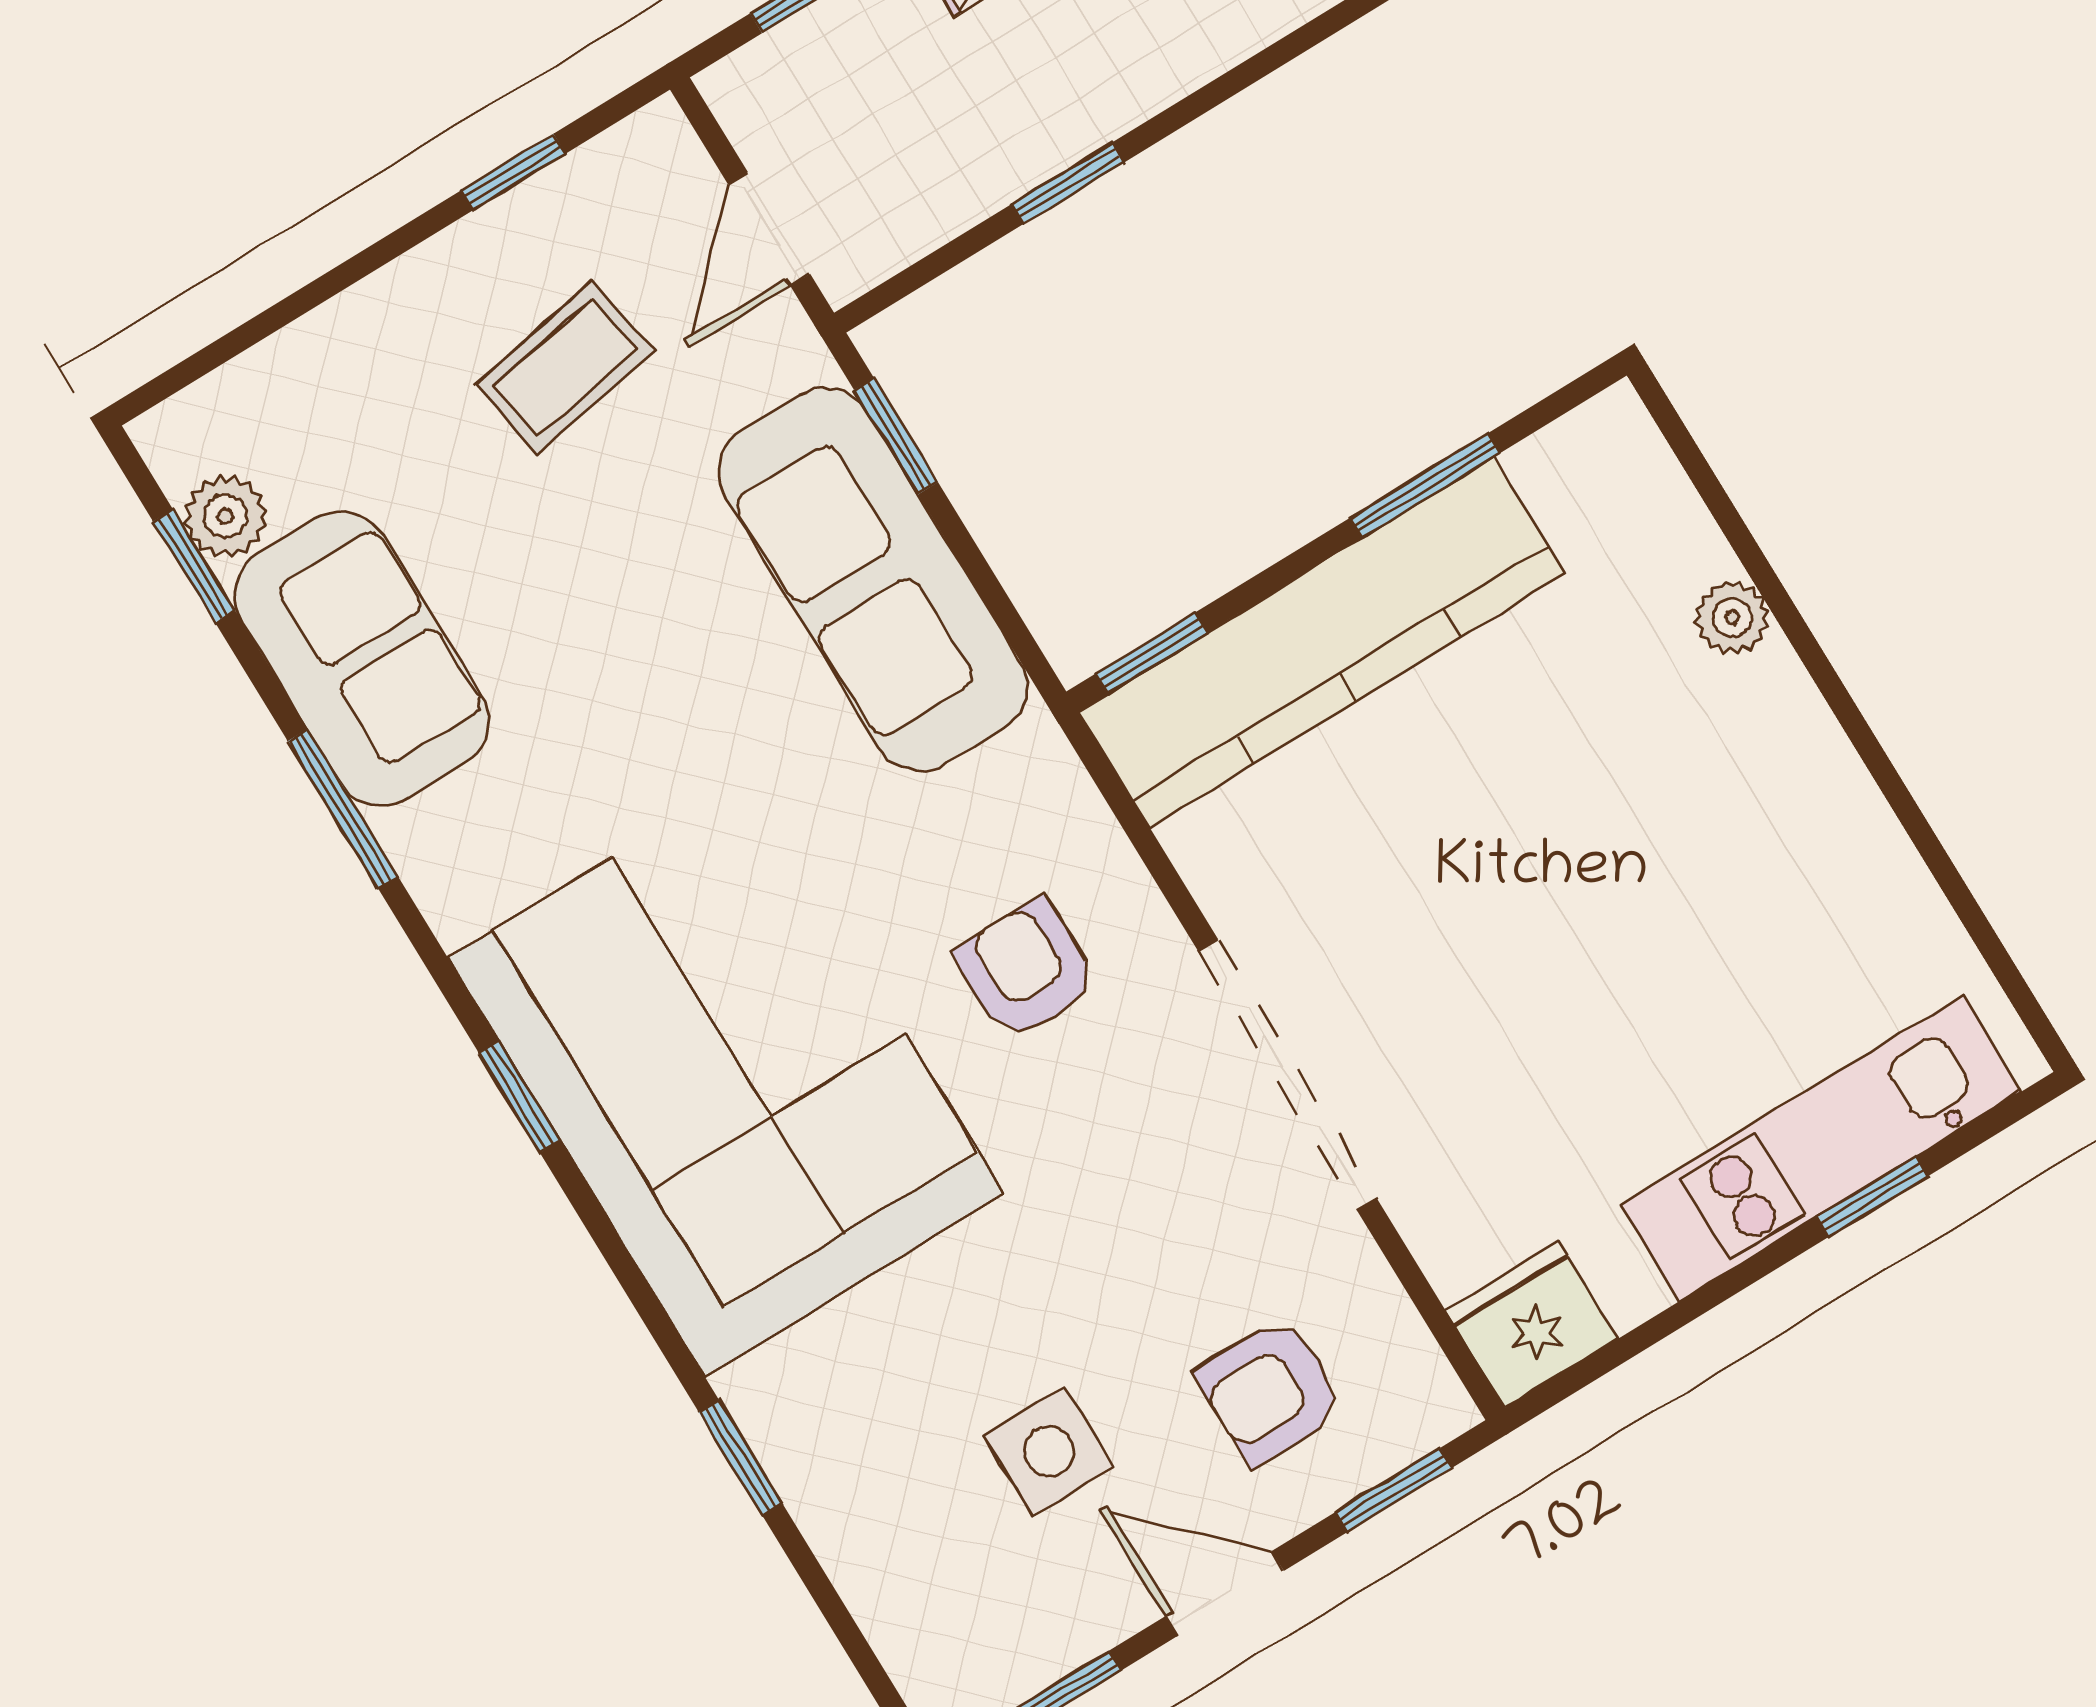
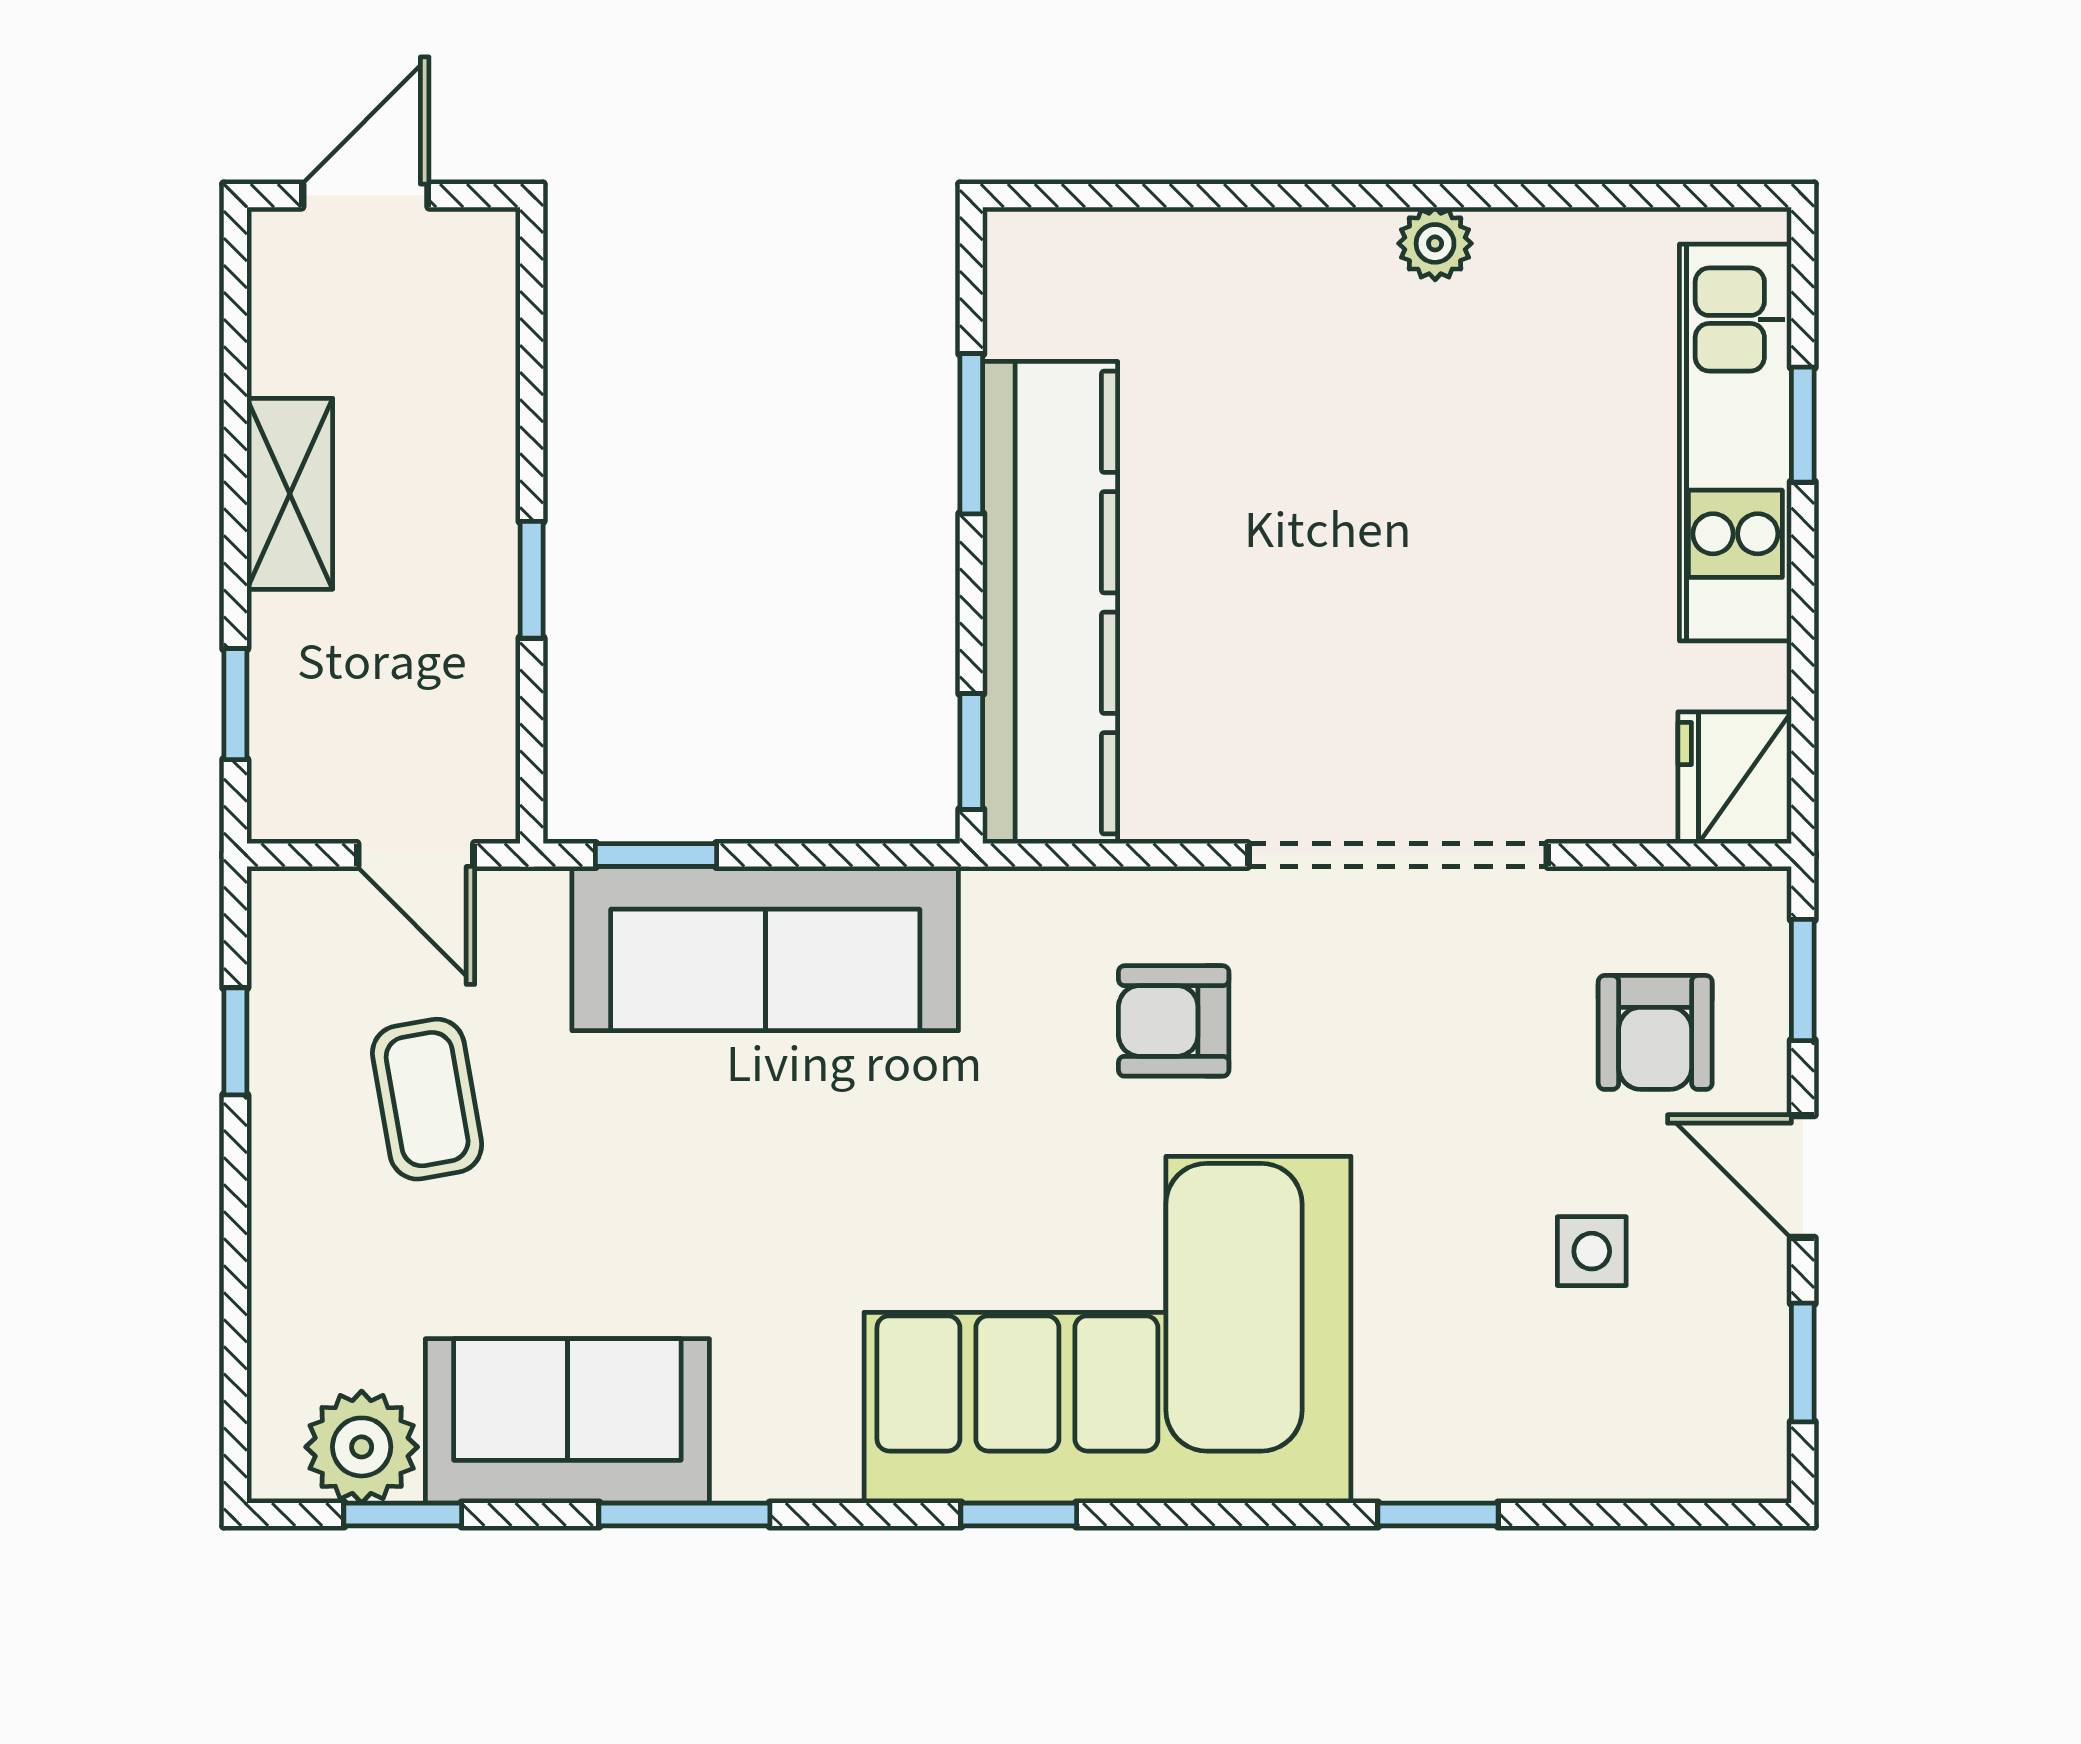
plant: (225, 516) -> (362, 1447), width x1.38, depth x1.38
plant: (1732, 618) -> (1435, 243), moved
side table: (1049, 1451) -> (1592, 1251), width x0.73, depth x0.73
door: (1224, 1594) -> (1803, 1176), hinge flipped

